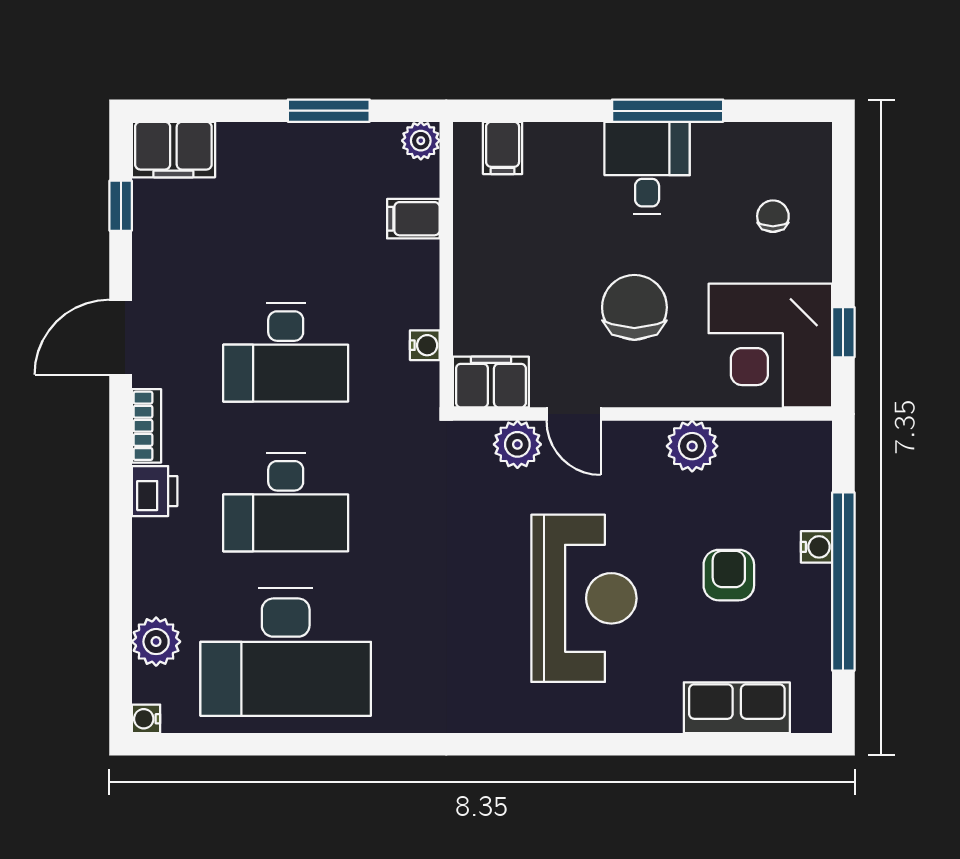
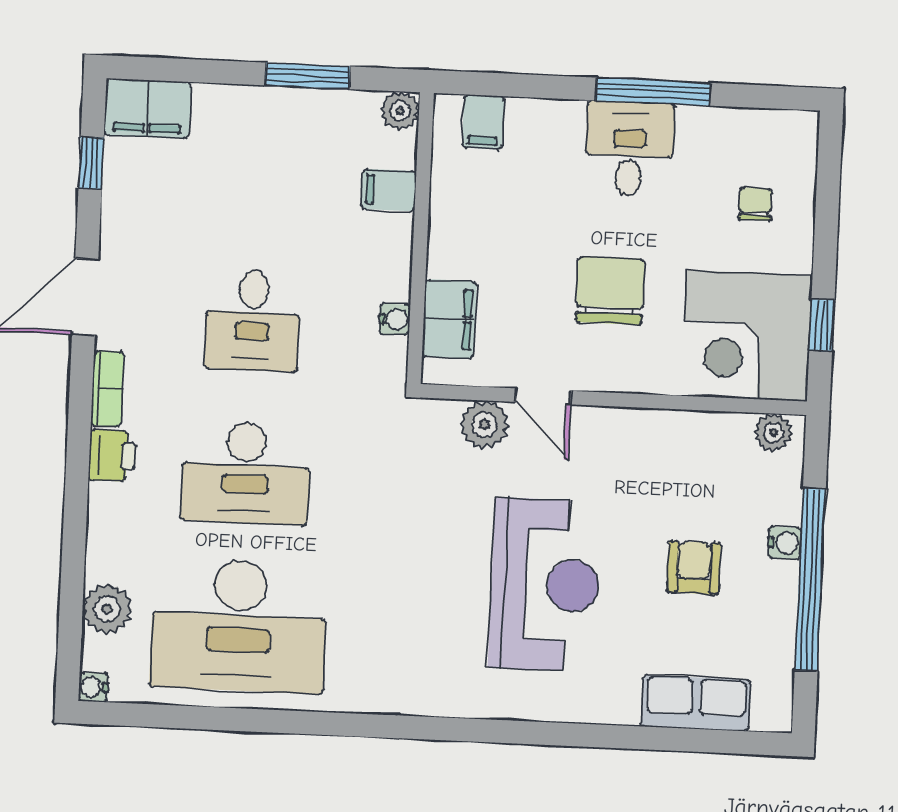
desk: (286, 353) -> (253, 320), width x0.73
filing cabinet: (491, 382) -> (449, 319), moved, turned 90
plant: (692, 446) -> (773, 433), moved, width x0.73, depth x0.73

